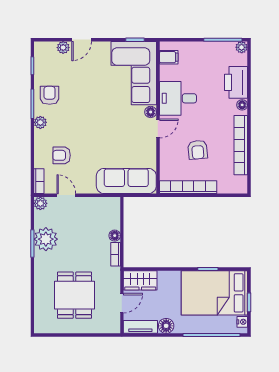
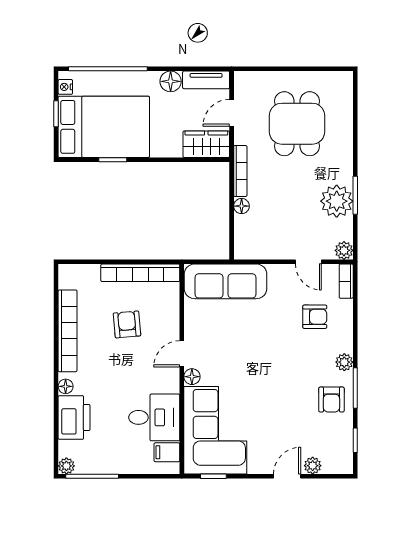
desk: (178, 98) -> (154, 417), moved
bookcase: (116, 254) -> (240, 171), width x1.56

